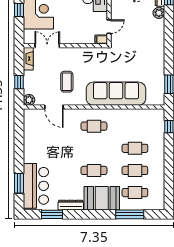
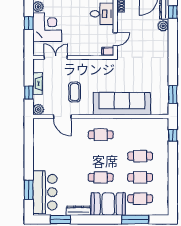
fireplace: (28, 59) -> (38, 84), moved

